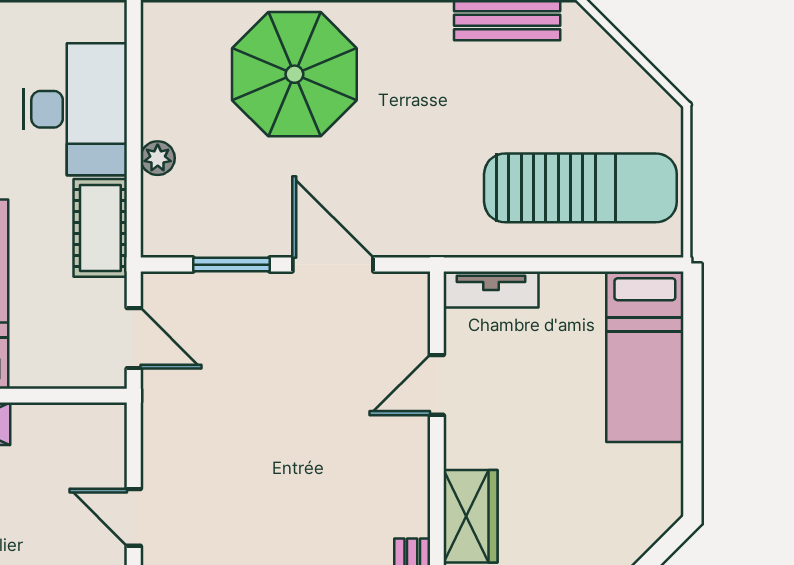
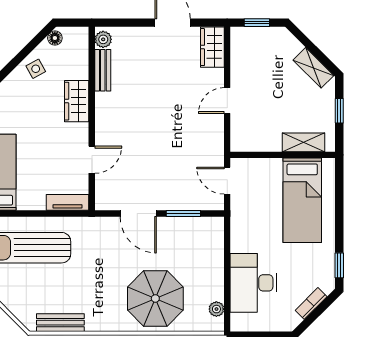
plant: (158, 158) -> (216, 309), moved
cot: (100, 228) -> (242, 230), removed
door: (134, 517) -> (227, 101), swing flipped

